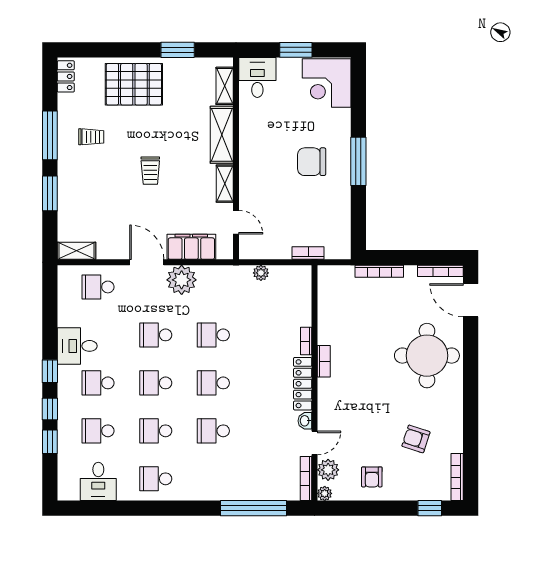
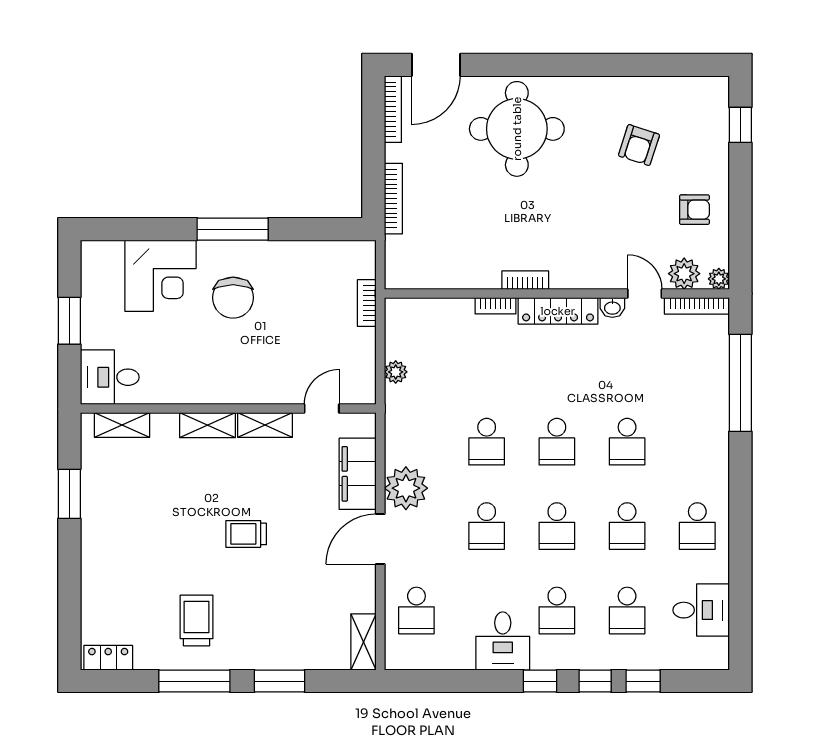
corner desk: (327, 83) -> (160, 276), moved
pallet: (134, 84) -> (120, 558), removed
shelving: (222, 135) -> (208, 425), width x0.67, depth x0.75
trolley: (91, 137) -> (197, 621), width x1.36, depth x1.39
trolley: (150, 171) -> (246, 534), turned 180
bookcase: (457, 477) -> (695, 85), removed

